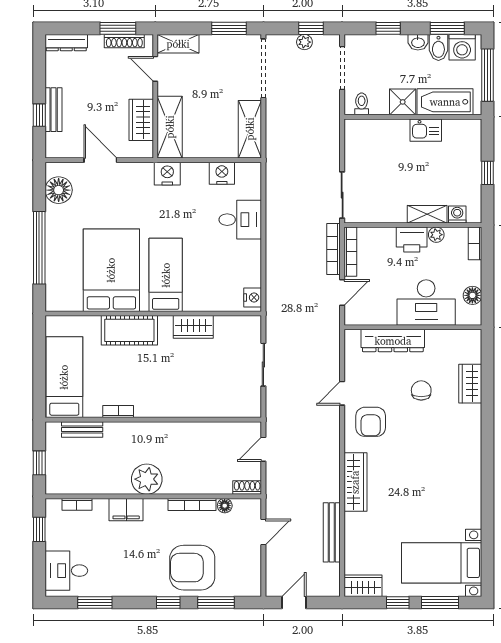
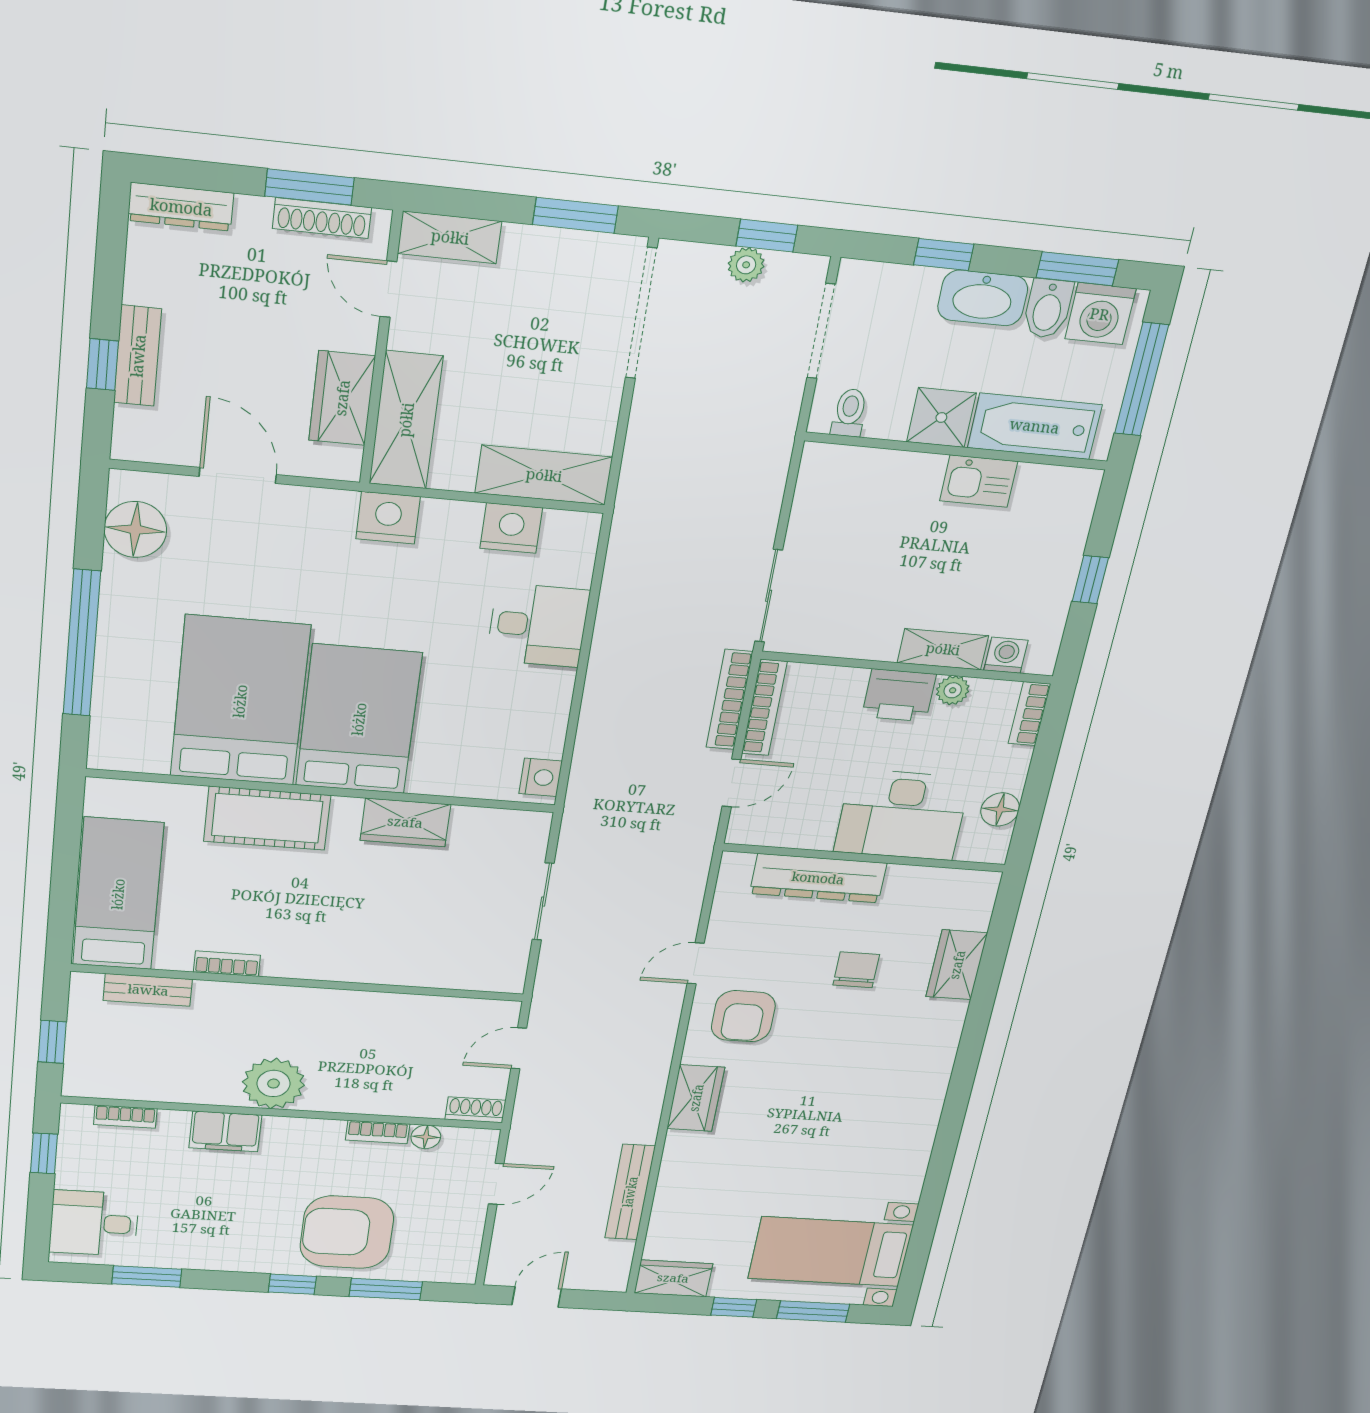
washbasin: (418, 42) -> (983, 298), width x1.91, depth x1.45
shelving: (250, 129) -> (544, 475), moved, turned 90
bed: (166, 275) -> (359, 719), width x1.50
wardrobe: (355, 482) -> (696, 1098), width x0.67
bookcase: (192, 504) -> (378, 1132), width x0.64

